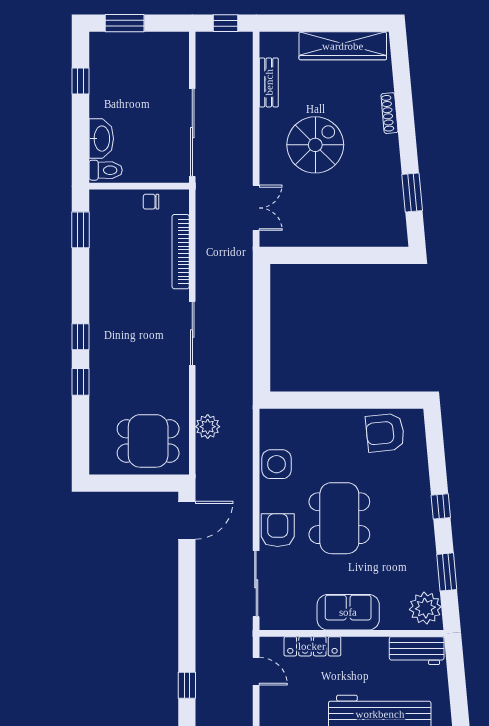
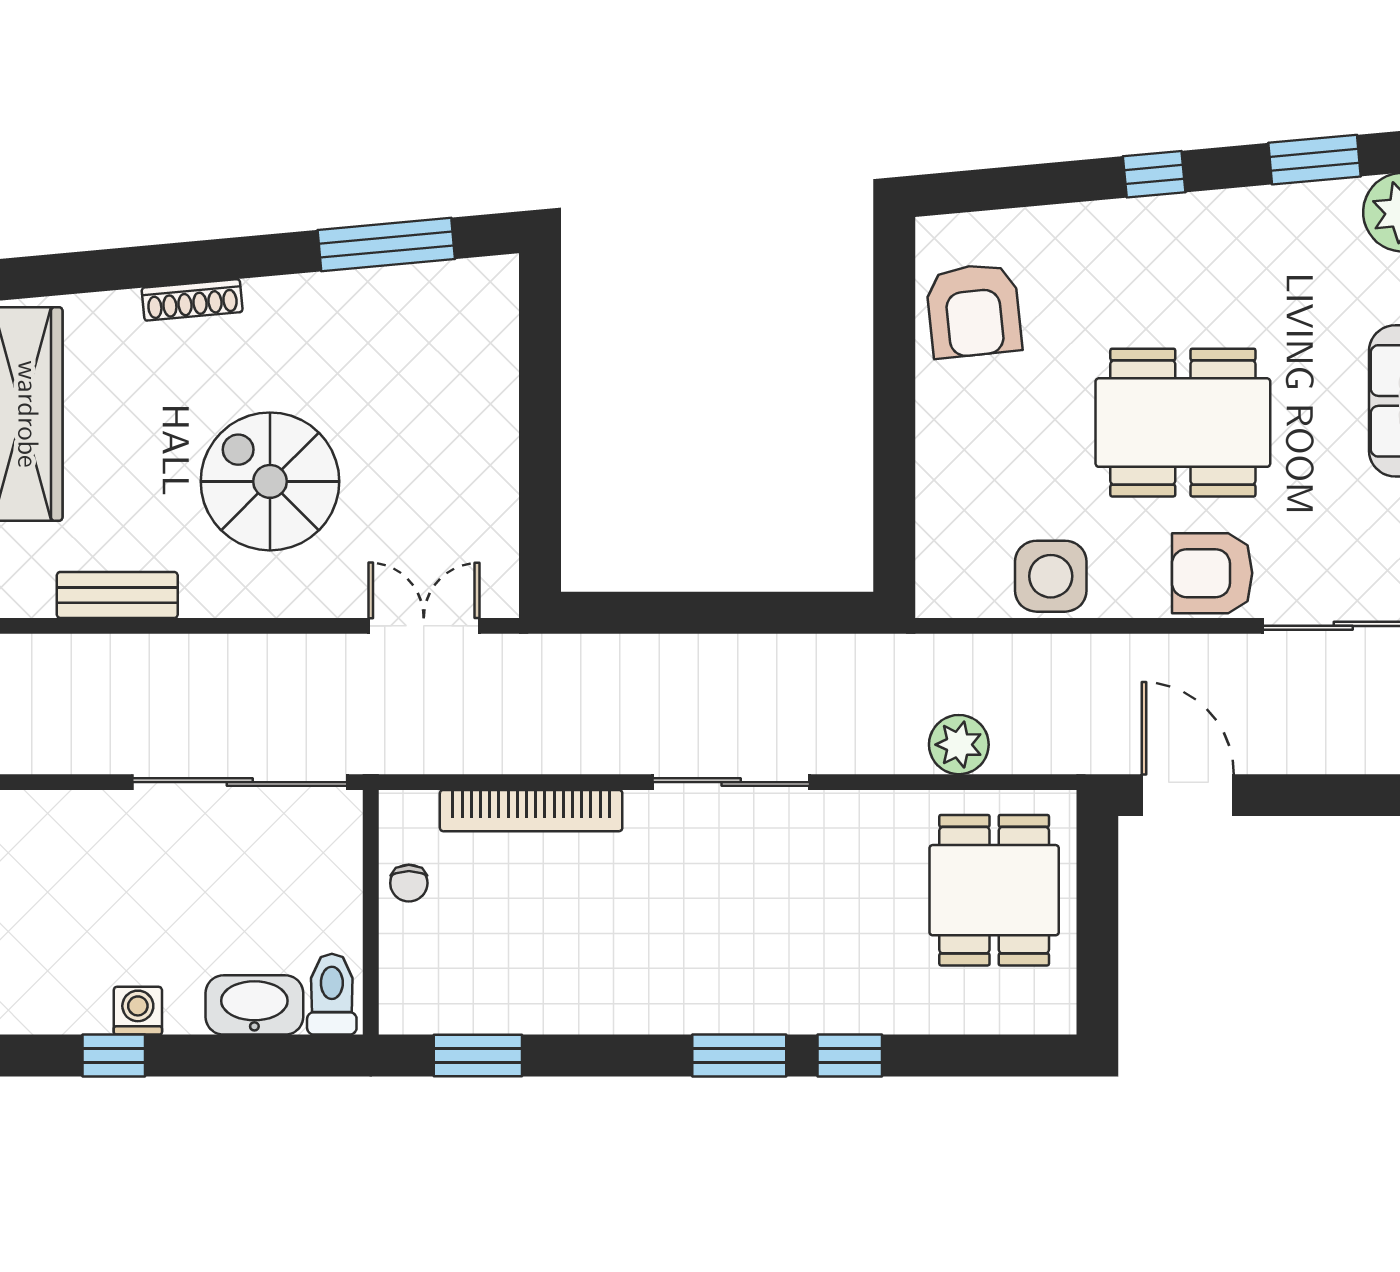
washing machine: (99, 91) -> (138, 1011), added
window: (412, 192) -> (386, 244), width x1.44
window: (80, 337) -> (739, 1056), width x1.50

